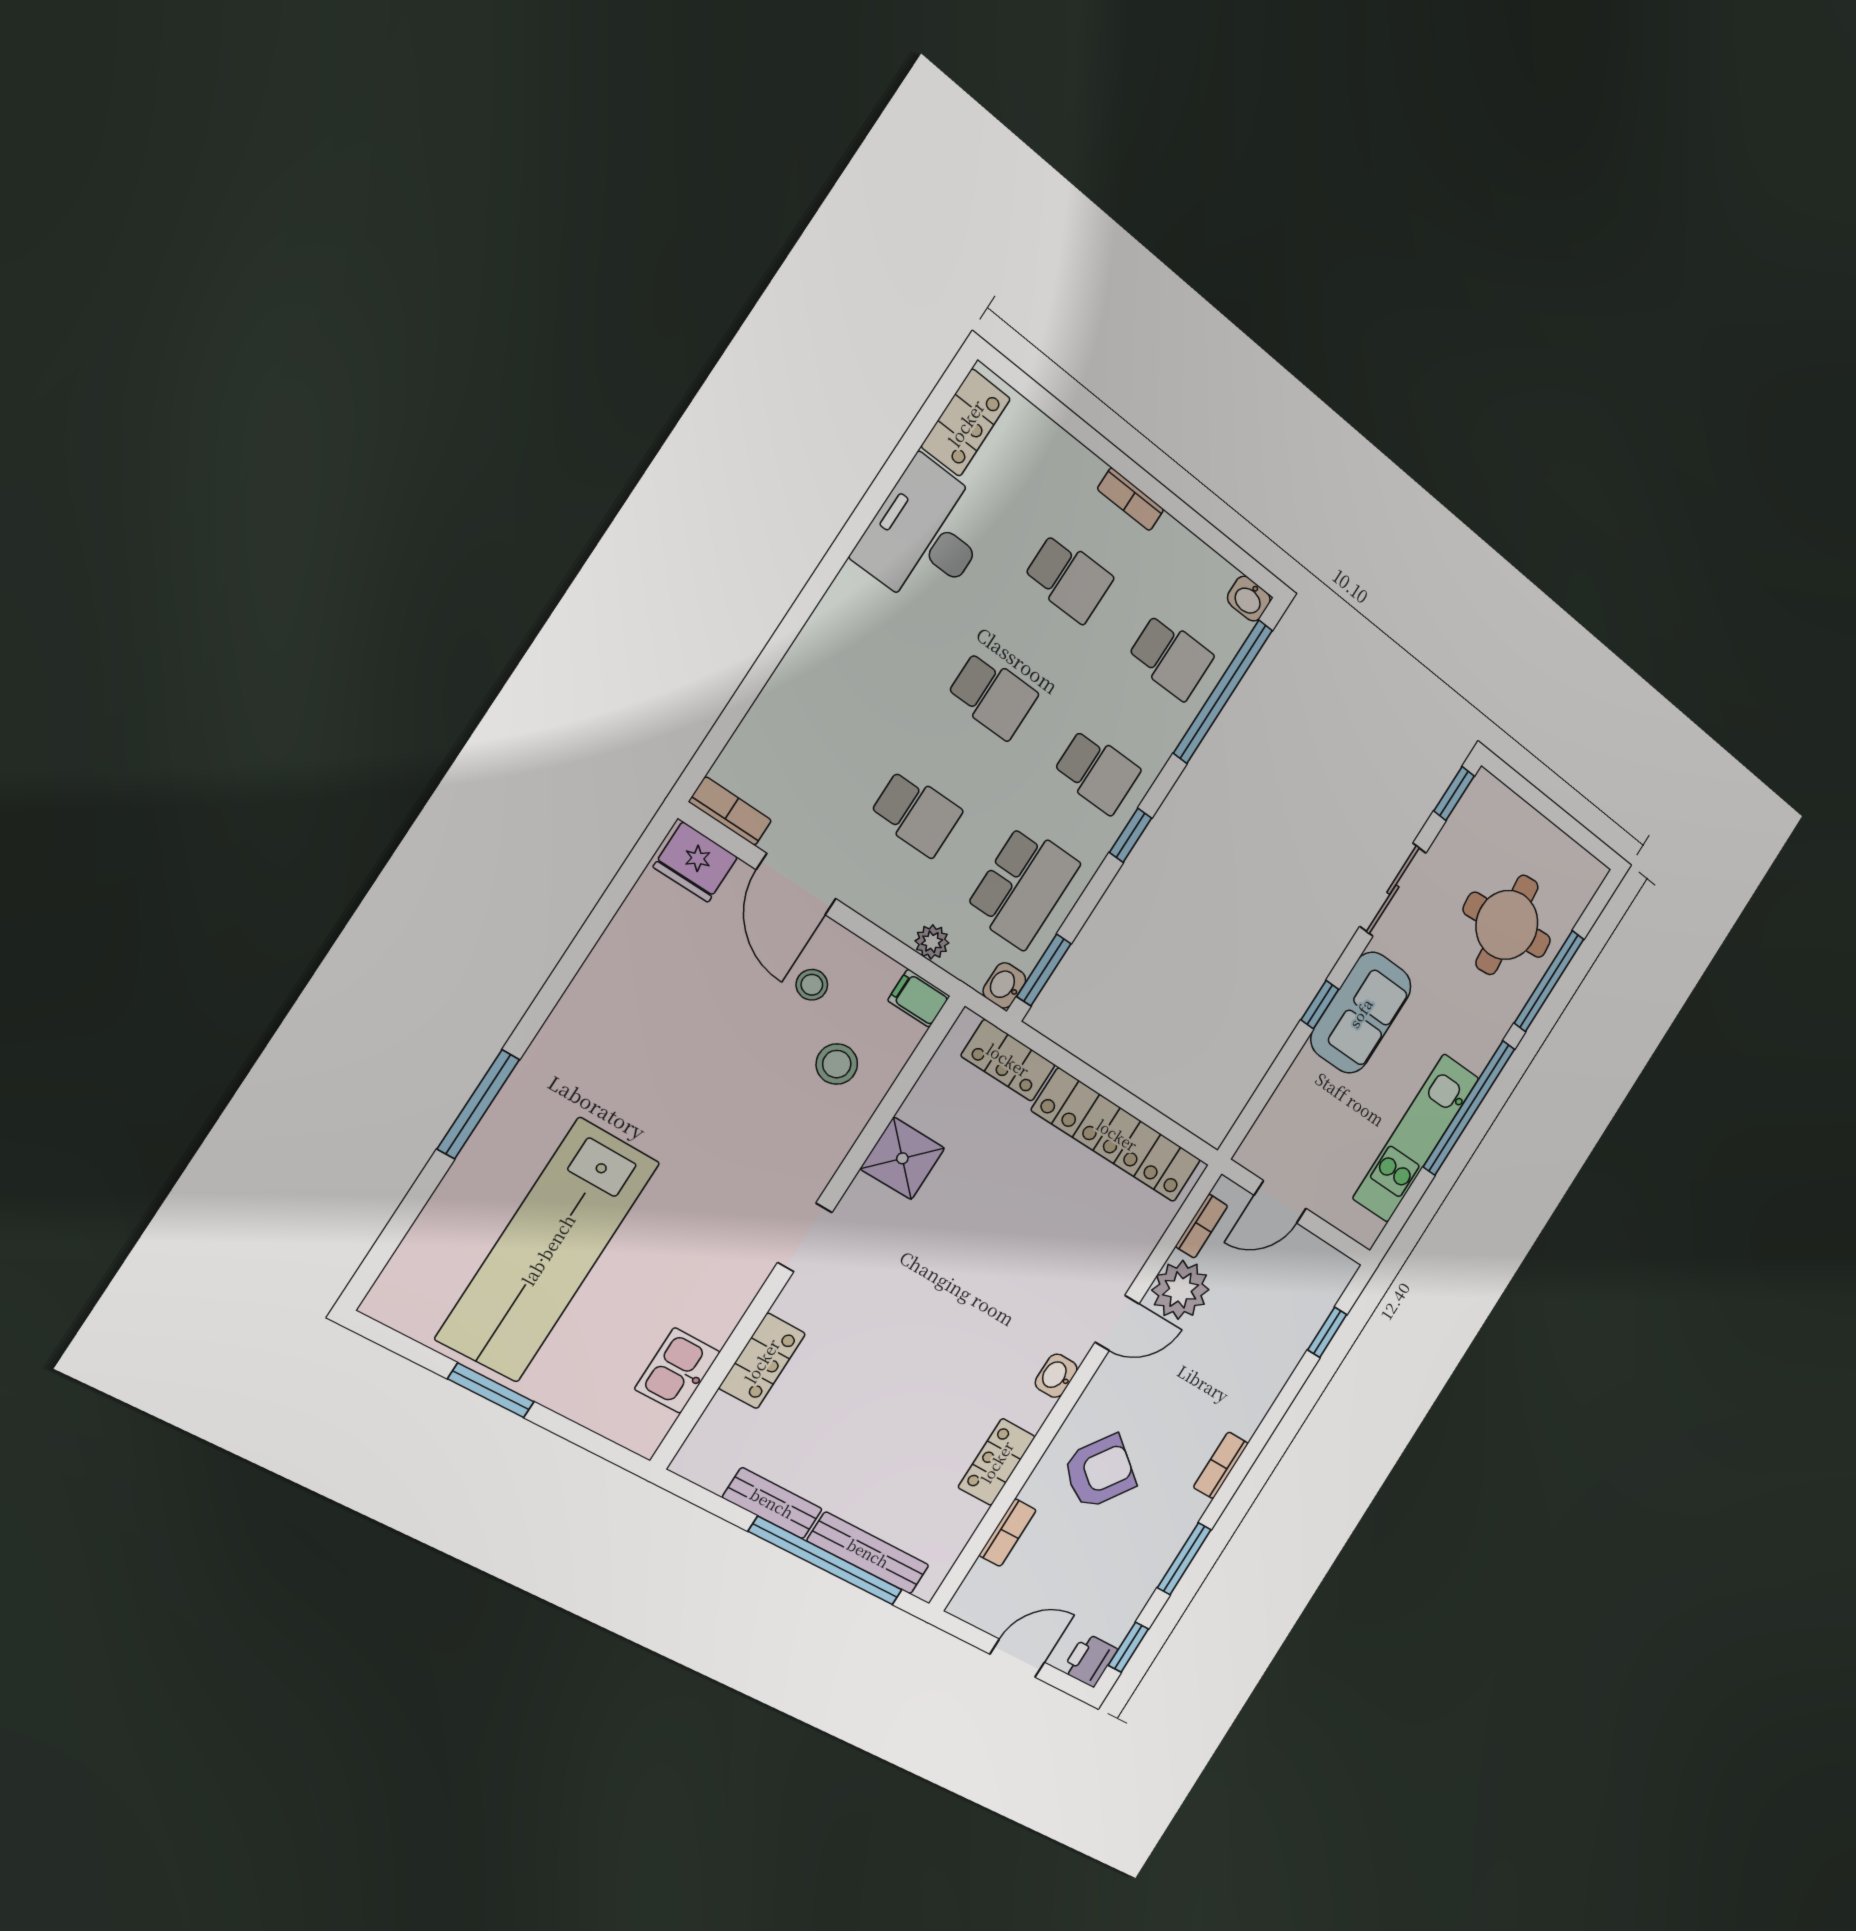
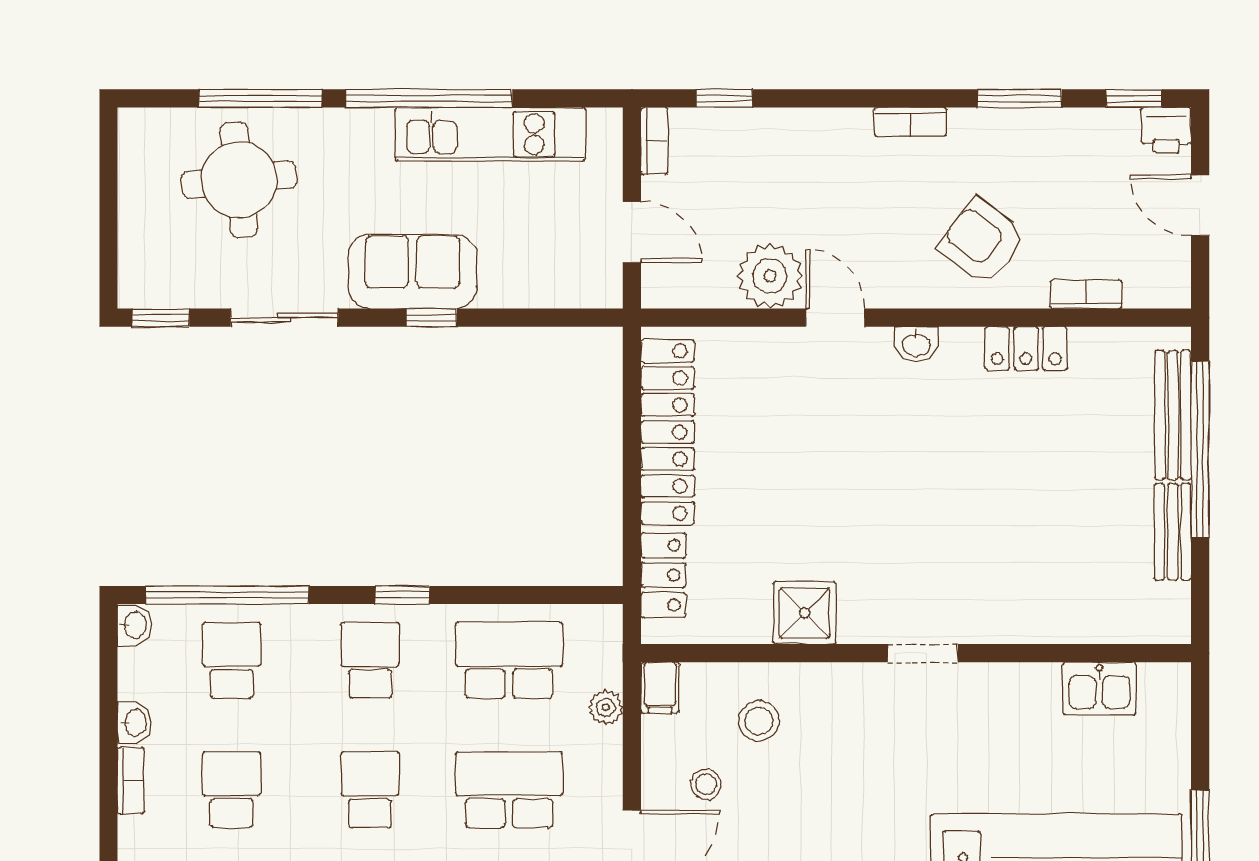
school desk: (916, 813) -> (509, 790), width x1.85
window: (1044, 970) -> (567, 595), removed
washbasin: (1004, 985) -> (134, 723), moved, turned -90
bookcase: (1202, 1226) -> (654, 141), moved, turned 90
locker: (762, 1361) -> (1051, 621), removed

